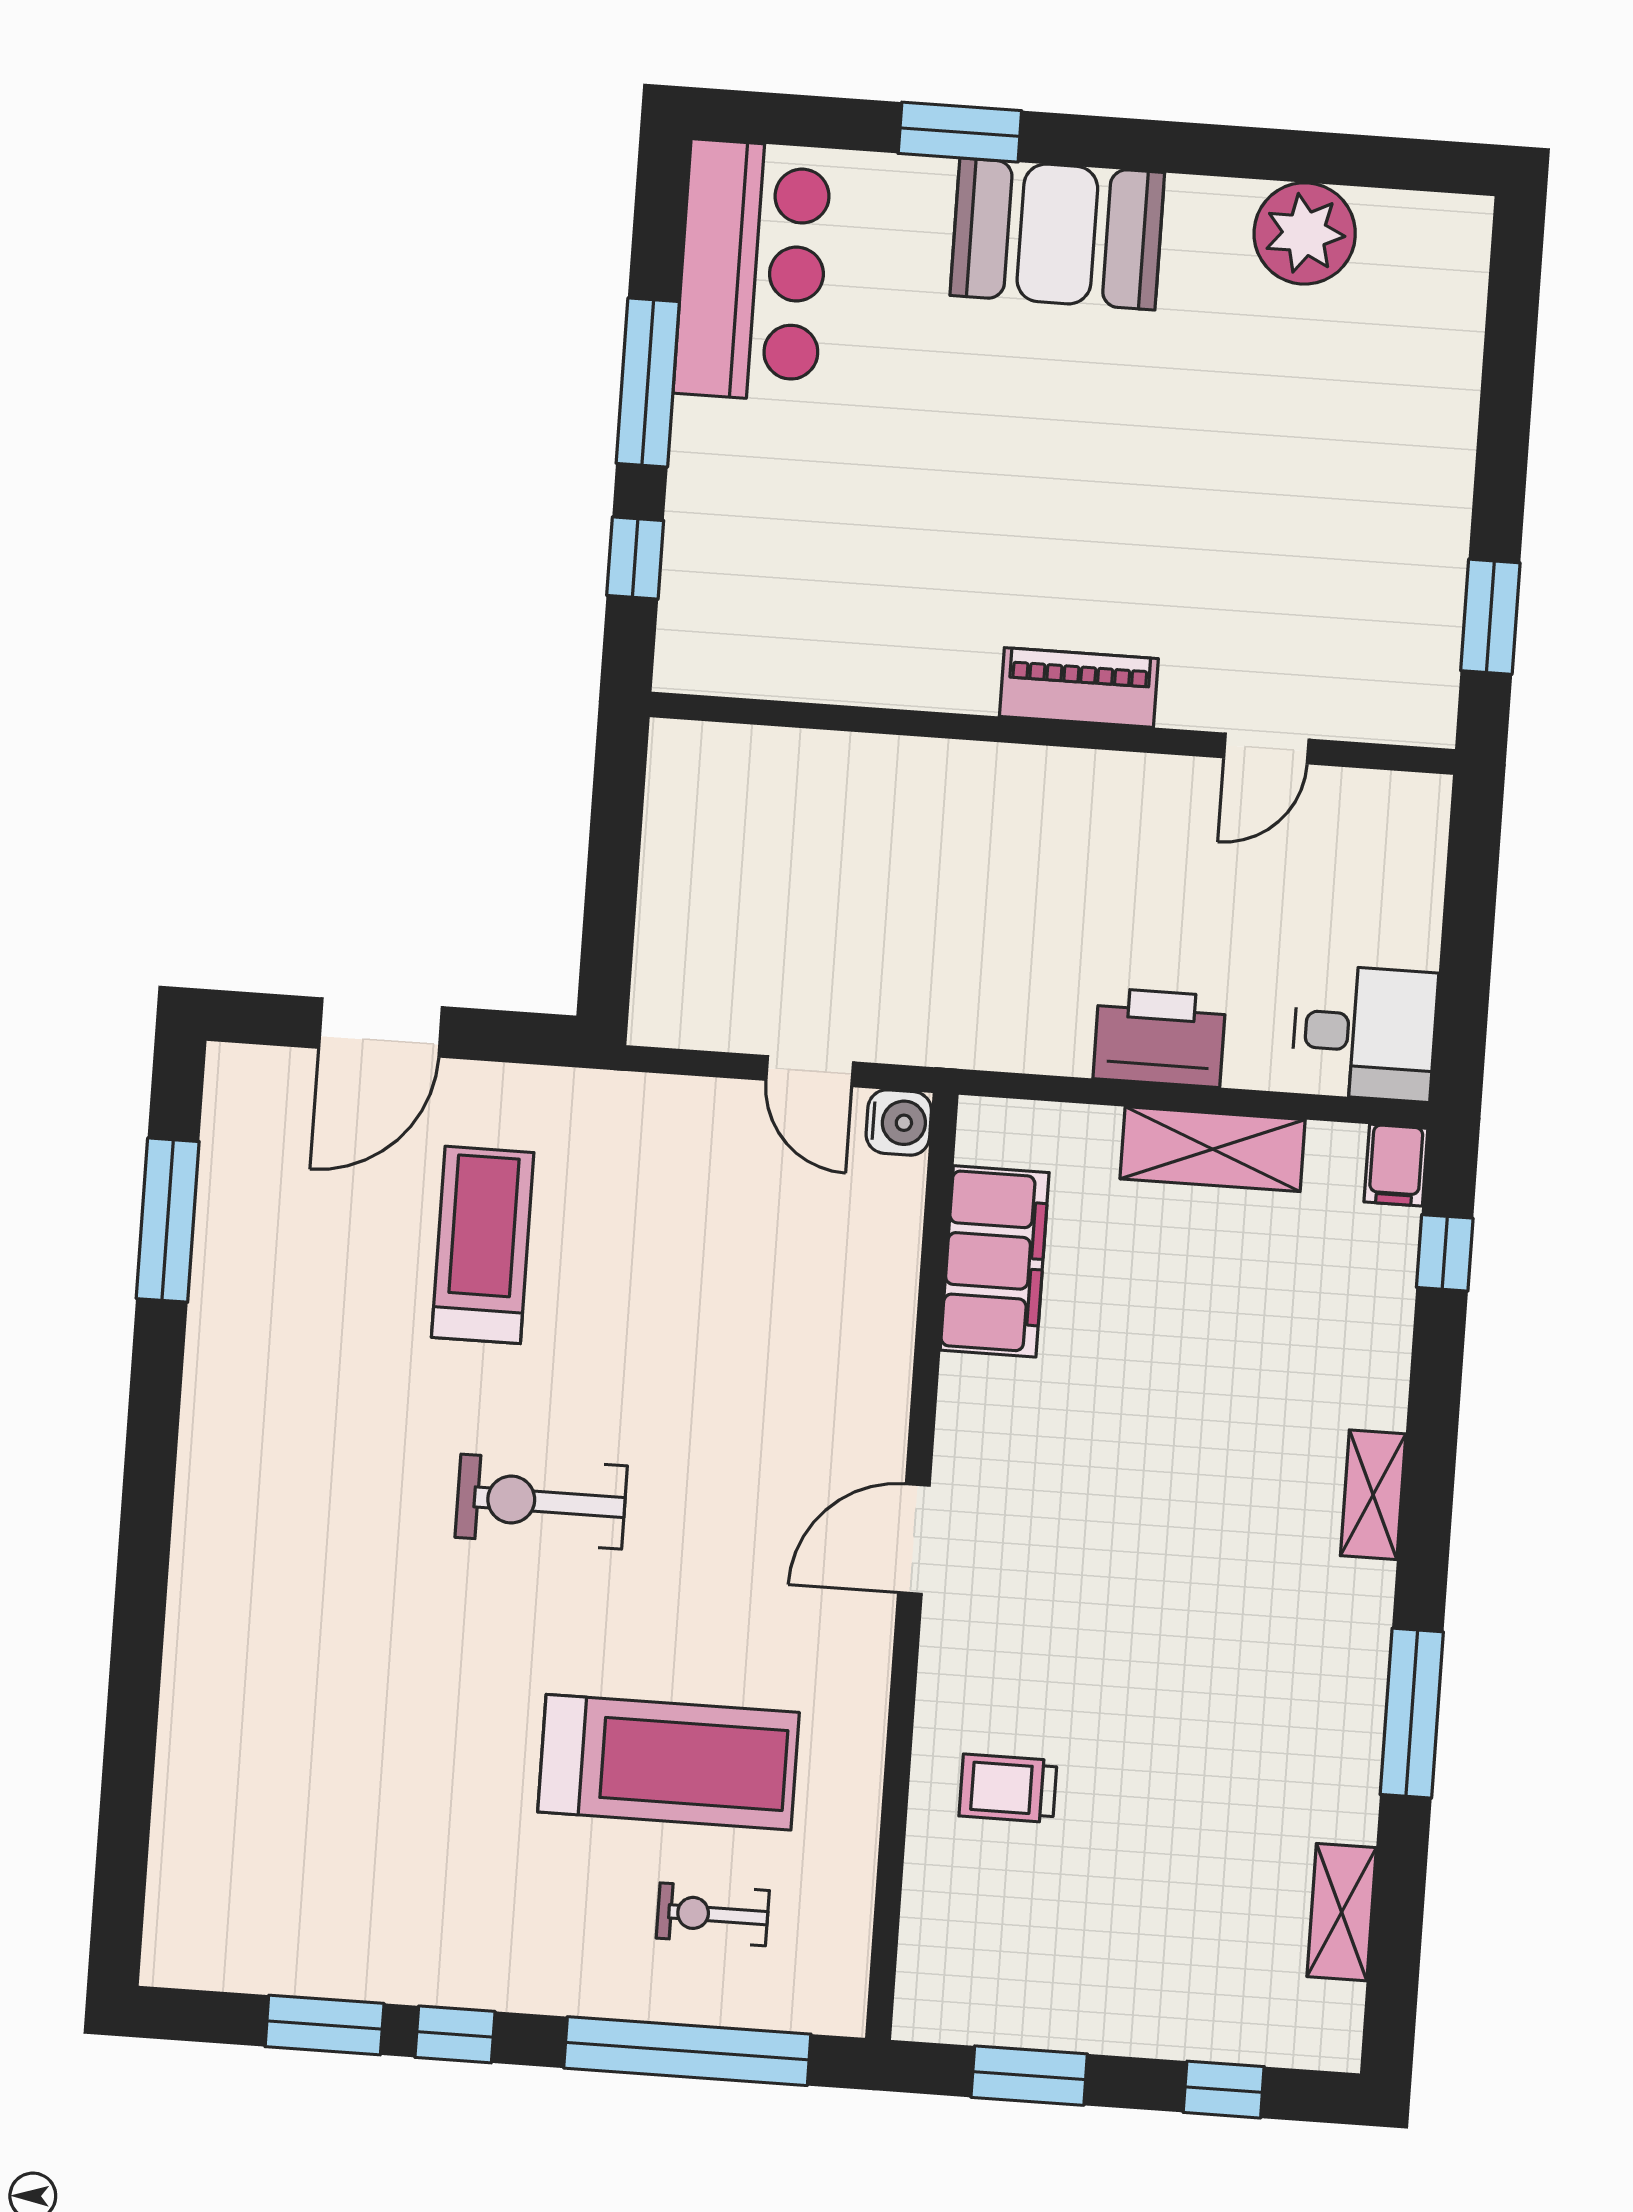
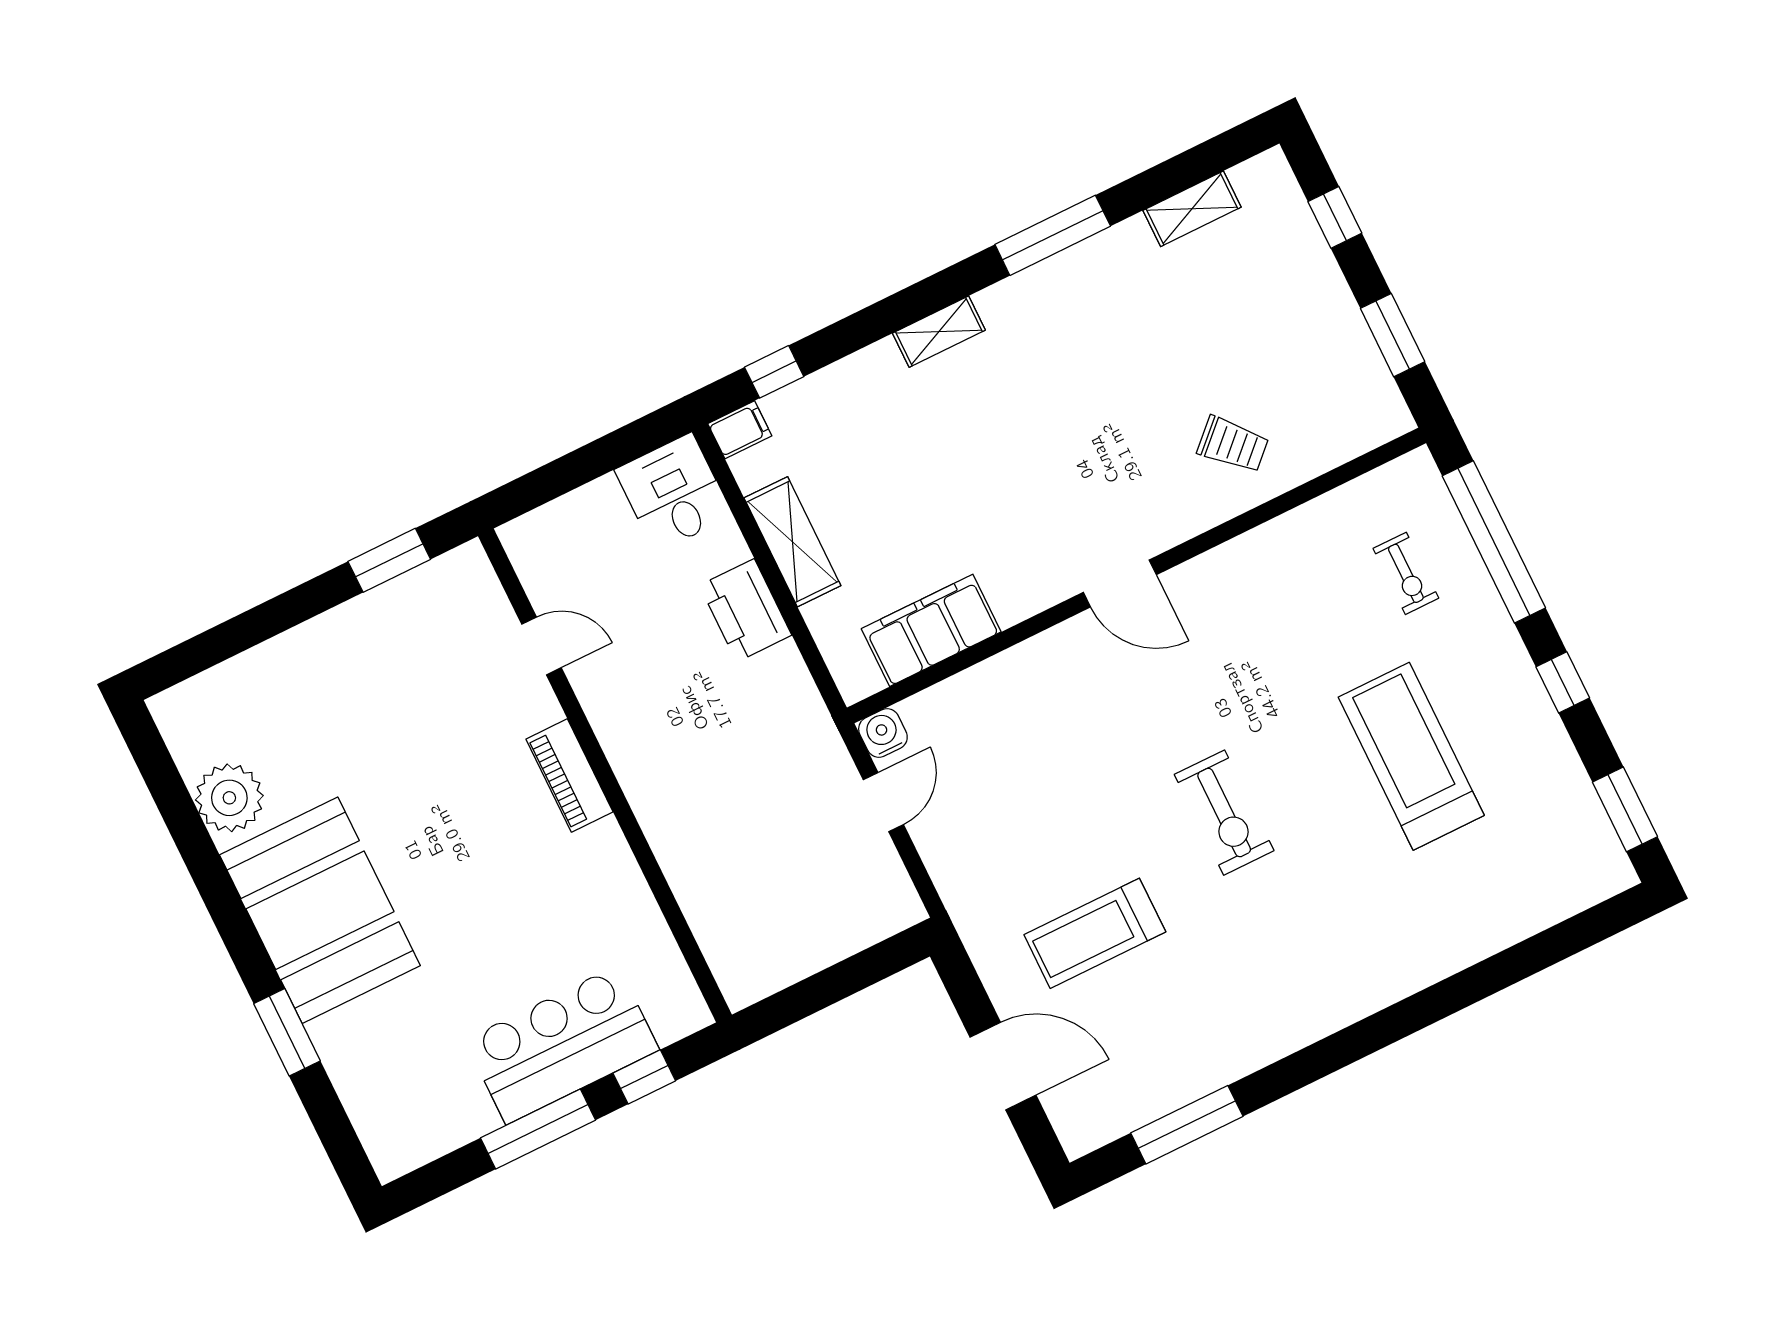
booth: (1057, 234) -> (320, 910), width x1.36, depth x1.42
bar counter: (753, 271) -> (562, 1045), moved
treadmill: (669, 1762) -> (1411, 756), moved
trolley: (1008, 1788) -> (1233, 444), turned -44
window: (325, 2025) -> (1625, 809), moved

